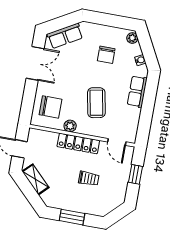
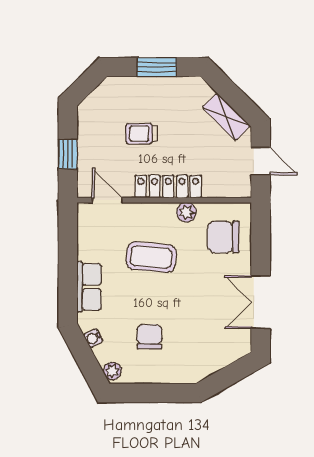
row of seats: (65, 36) -> (221, 355), removed
coffee table: (96, 103) -> (151, 257), turned -74

